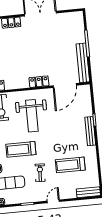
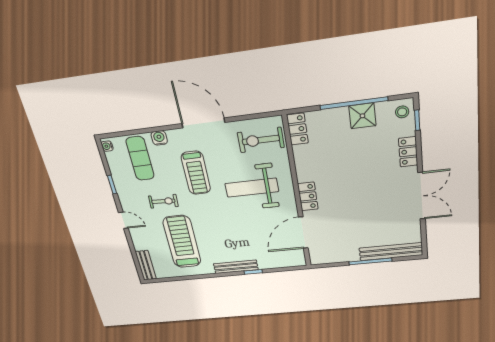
bench: (83, 63) -> (391, 252), moved
door: (65, 85) -> (303, 233), hinge flipped
treadmill: (21, 149) -> (196, 173), turned 180
treadmill: (70, 165) -> (182, 242), width x1.37, depth x1.38

